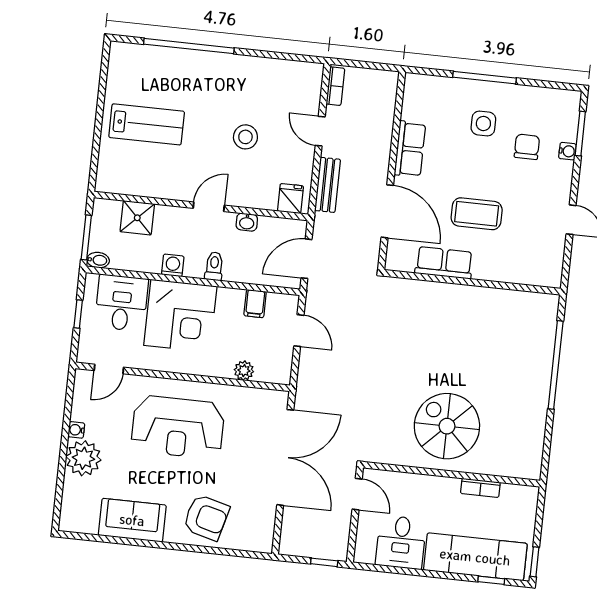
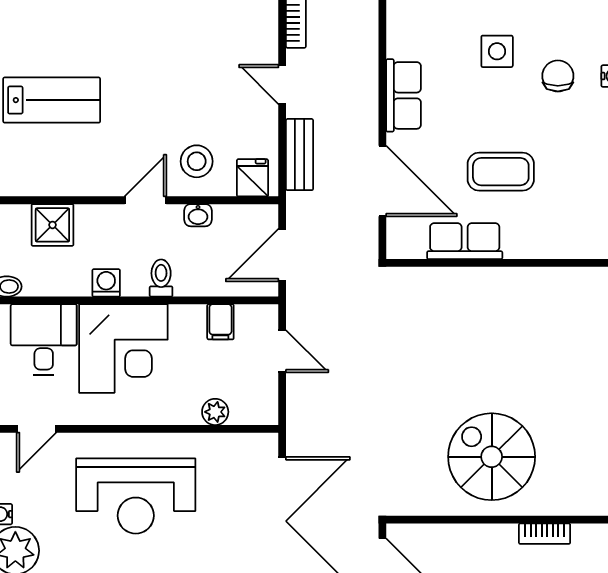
stool: (245, 137) -> (197, 161), moved

